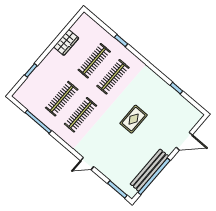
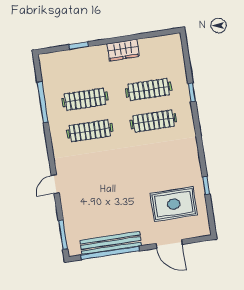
wardrobe: (66, 42) -> (123, 50), moved
rug: (134, 119) -> (174, 204), moved, width x1.36, depth x1.43
door: (87, 164) -> (55, 184), hinge flipped

